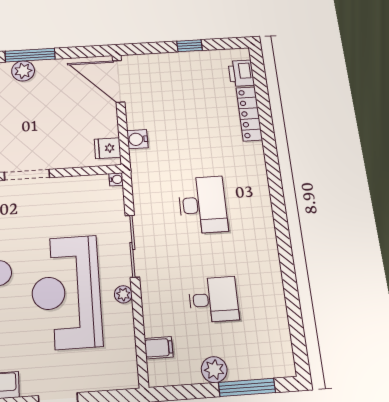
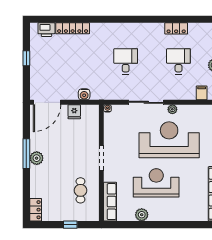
fridge: (108, 148) -> (74, 112), moved
desk: (203, 205) -> (126, 61), width x0.73
locker: (274, 291) -> (176, 28), added
reception desk: (66, 292) -> (169, 140), turned 180

